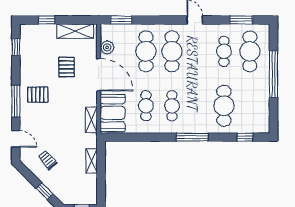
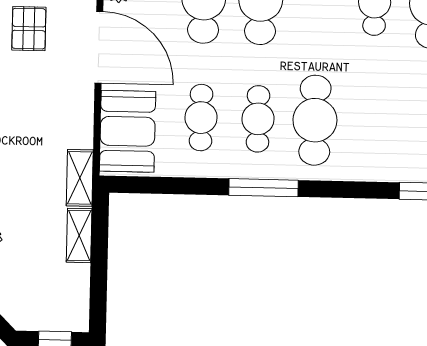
cafe table: (224, 106) -> (315, 120), moved
shelving: (91, 120) -> (80, 178), moved
window: (192, 137) -> (264, 188), moved

